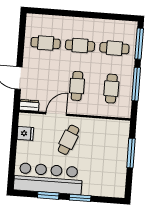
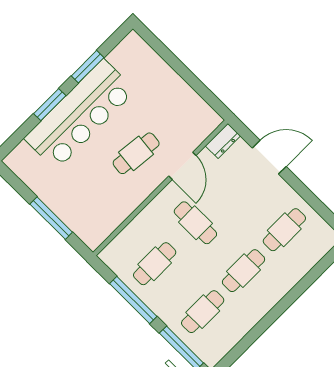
cafe table: (111, 89) -> (155, 264), turned 90
fridge: (25, 133) -> (191, 105), removed
cafe table: (69, 140) -> (136, 153), turned 74
bar counter: (48, 179) -> (80, 114), moved

